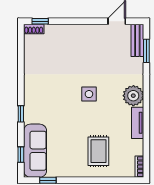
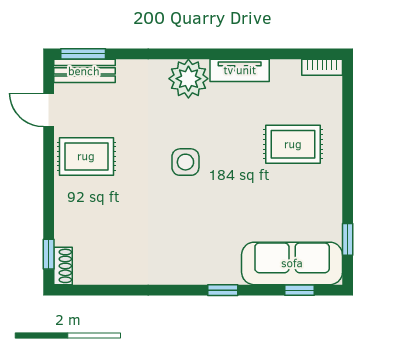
rug: (92, 41) -> (86, 156), added
window: (146, 51) -> (83, 54), moved

